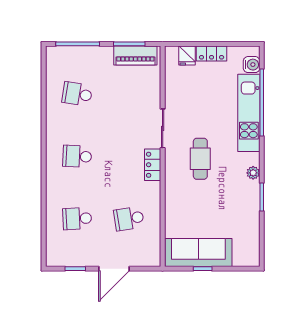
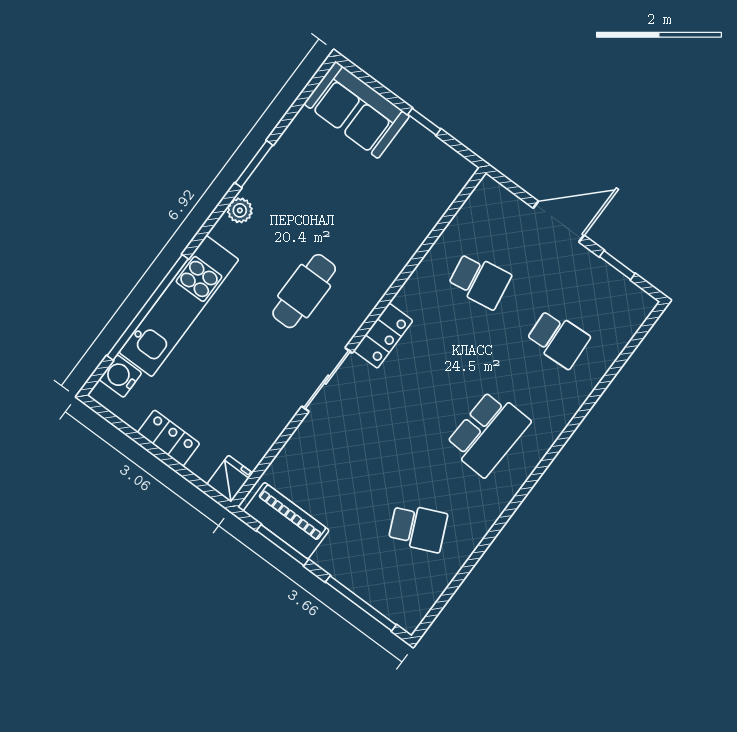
fridge: (187, 56) -> (230, 479), moved
school desk: (77, 94) -> (418, 528), turned -33
school desk: (77, 156) -> (488, 433), width x1.85
sofa: (198, 252) -> (357, 110), moved, width x0.73

